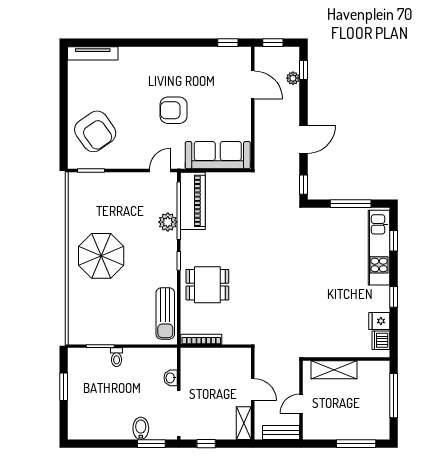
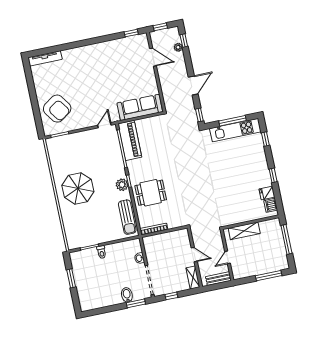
armchair: (174, 110) -> (105, 84), removed
plant: (168, 222) -> (122, 185), moved
kitchen unit: (379, 248) -> (235, 130), moved, turned -90

